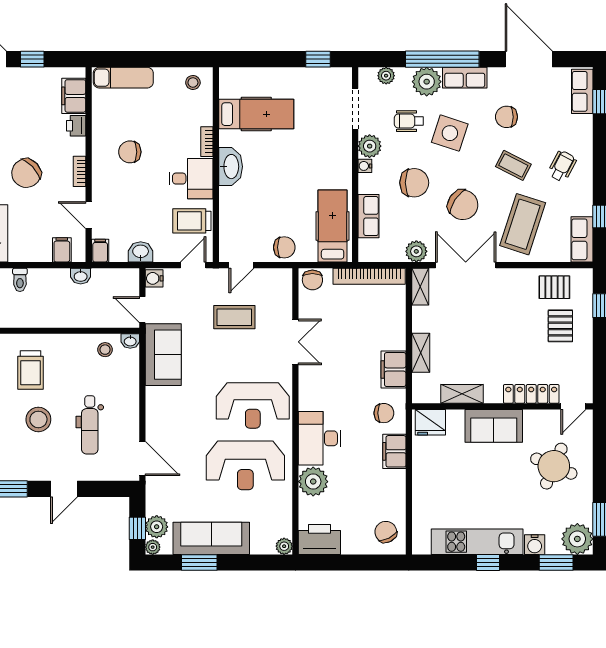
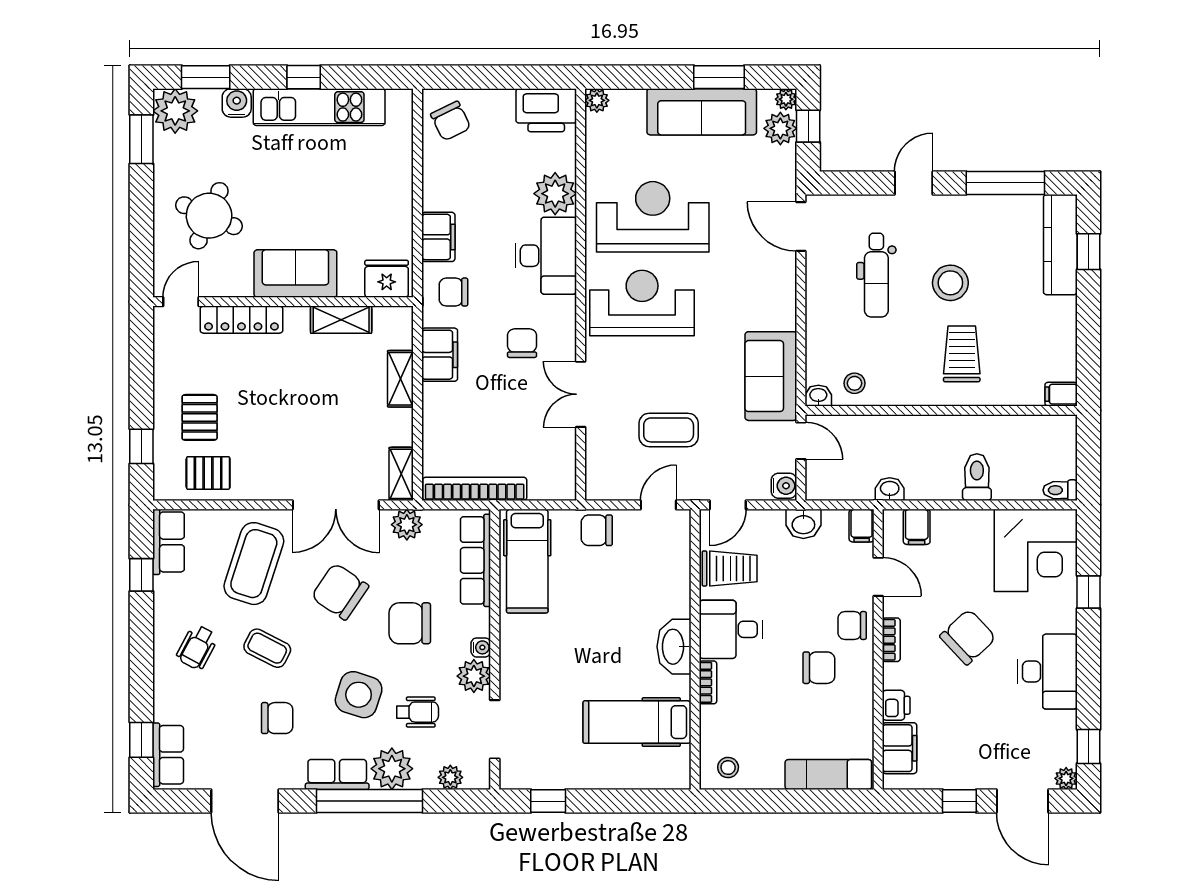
chair: (107, 181) -> (852, 625), added
row of seats: (369, 216) -> (476, 560), width x1.48
toilet: (20, 280) -> (977, 477), width x1.37, depth x1.39
chair: (312, 280) -> (522, 343), moved
dental chair: (90, 425) -> (876, 275), turned 180

